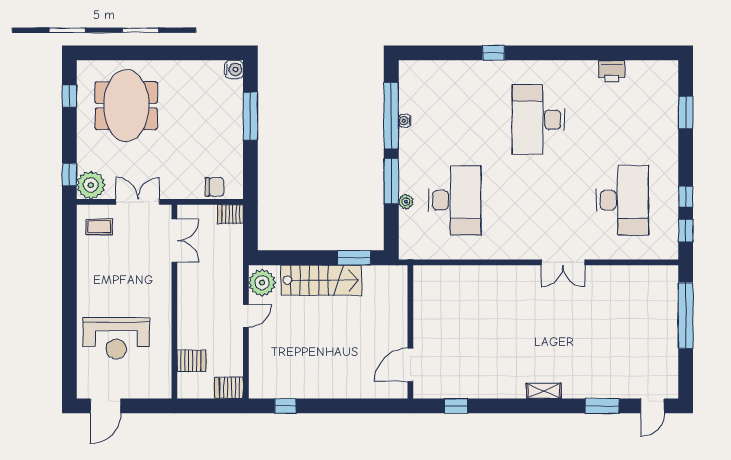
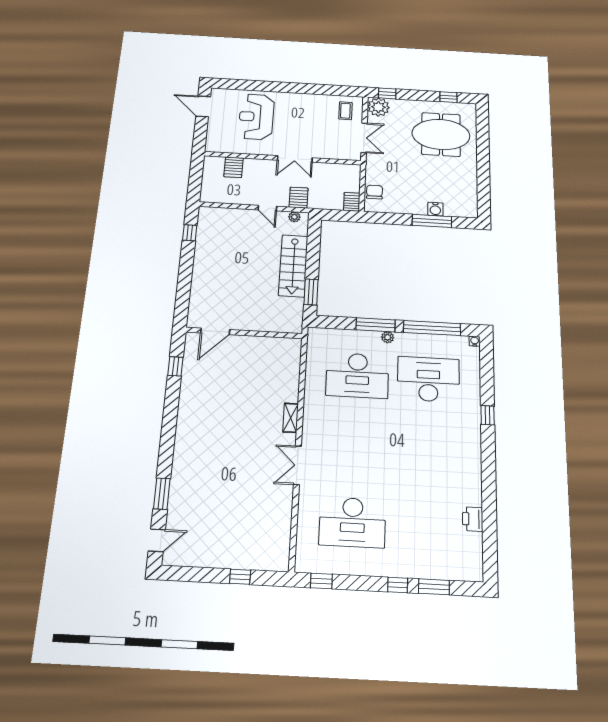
water cooler: (234, 69) -> (435, 209), moved
desk: (538, 120) -> (428, 379), moved
water cooler: (405, 121) -> (475, 341), moved
chair: (215, 187) -> (374, 192), turned 180
window: (686, 197) -> (398, 585), moved
plant: (406, 202) -> (388, 337), moved
double door: (174, 241) -> (295, 159), moved
plant: (262, 283) -> (294, 217), width x0.53, depth x0.53
window: (686, 316) -> (240, 577), width x0.32
door: (410, 365) -> (215, 331), swing flipped
server rack: (229, 388) -> (299, 198), moved
shelving: (544, 391) -> (291, 418), moved
door: (652, 406) -> (157, 540), swing flipped

